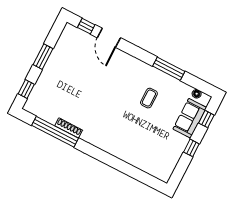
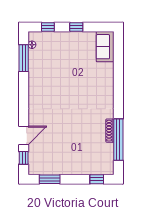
window: (43, 57) -> (50, 179), moved
window: (169, 69) -> (24, 58), moved
coffee table: (149, 98) -> (55, 80), removed
sofa: (190, 118) -> (105, 47), moved, turned 90

